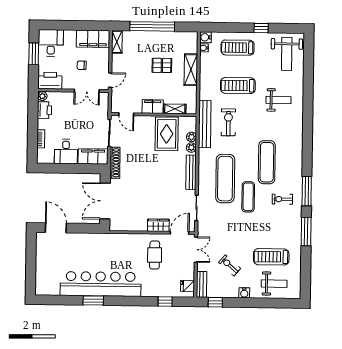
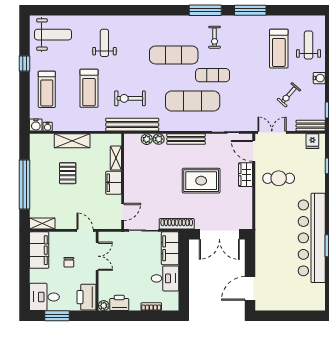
rug: (167, 134) -> (201, 181), moved

